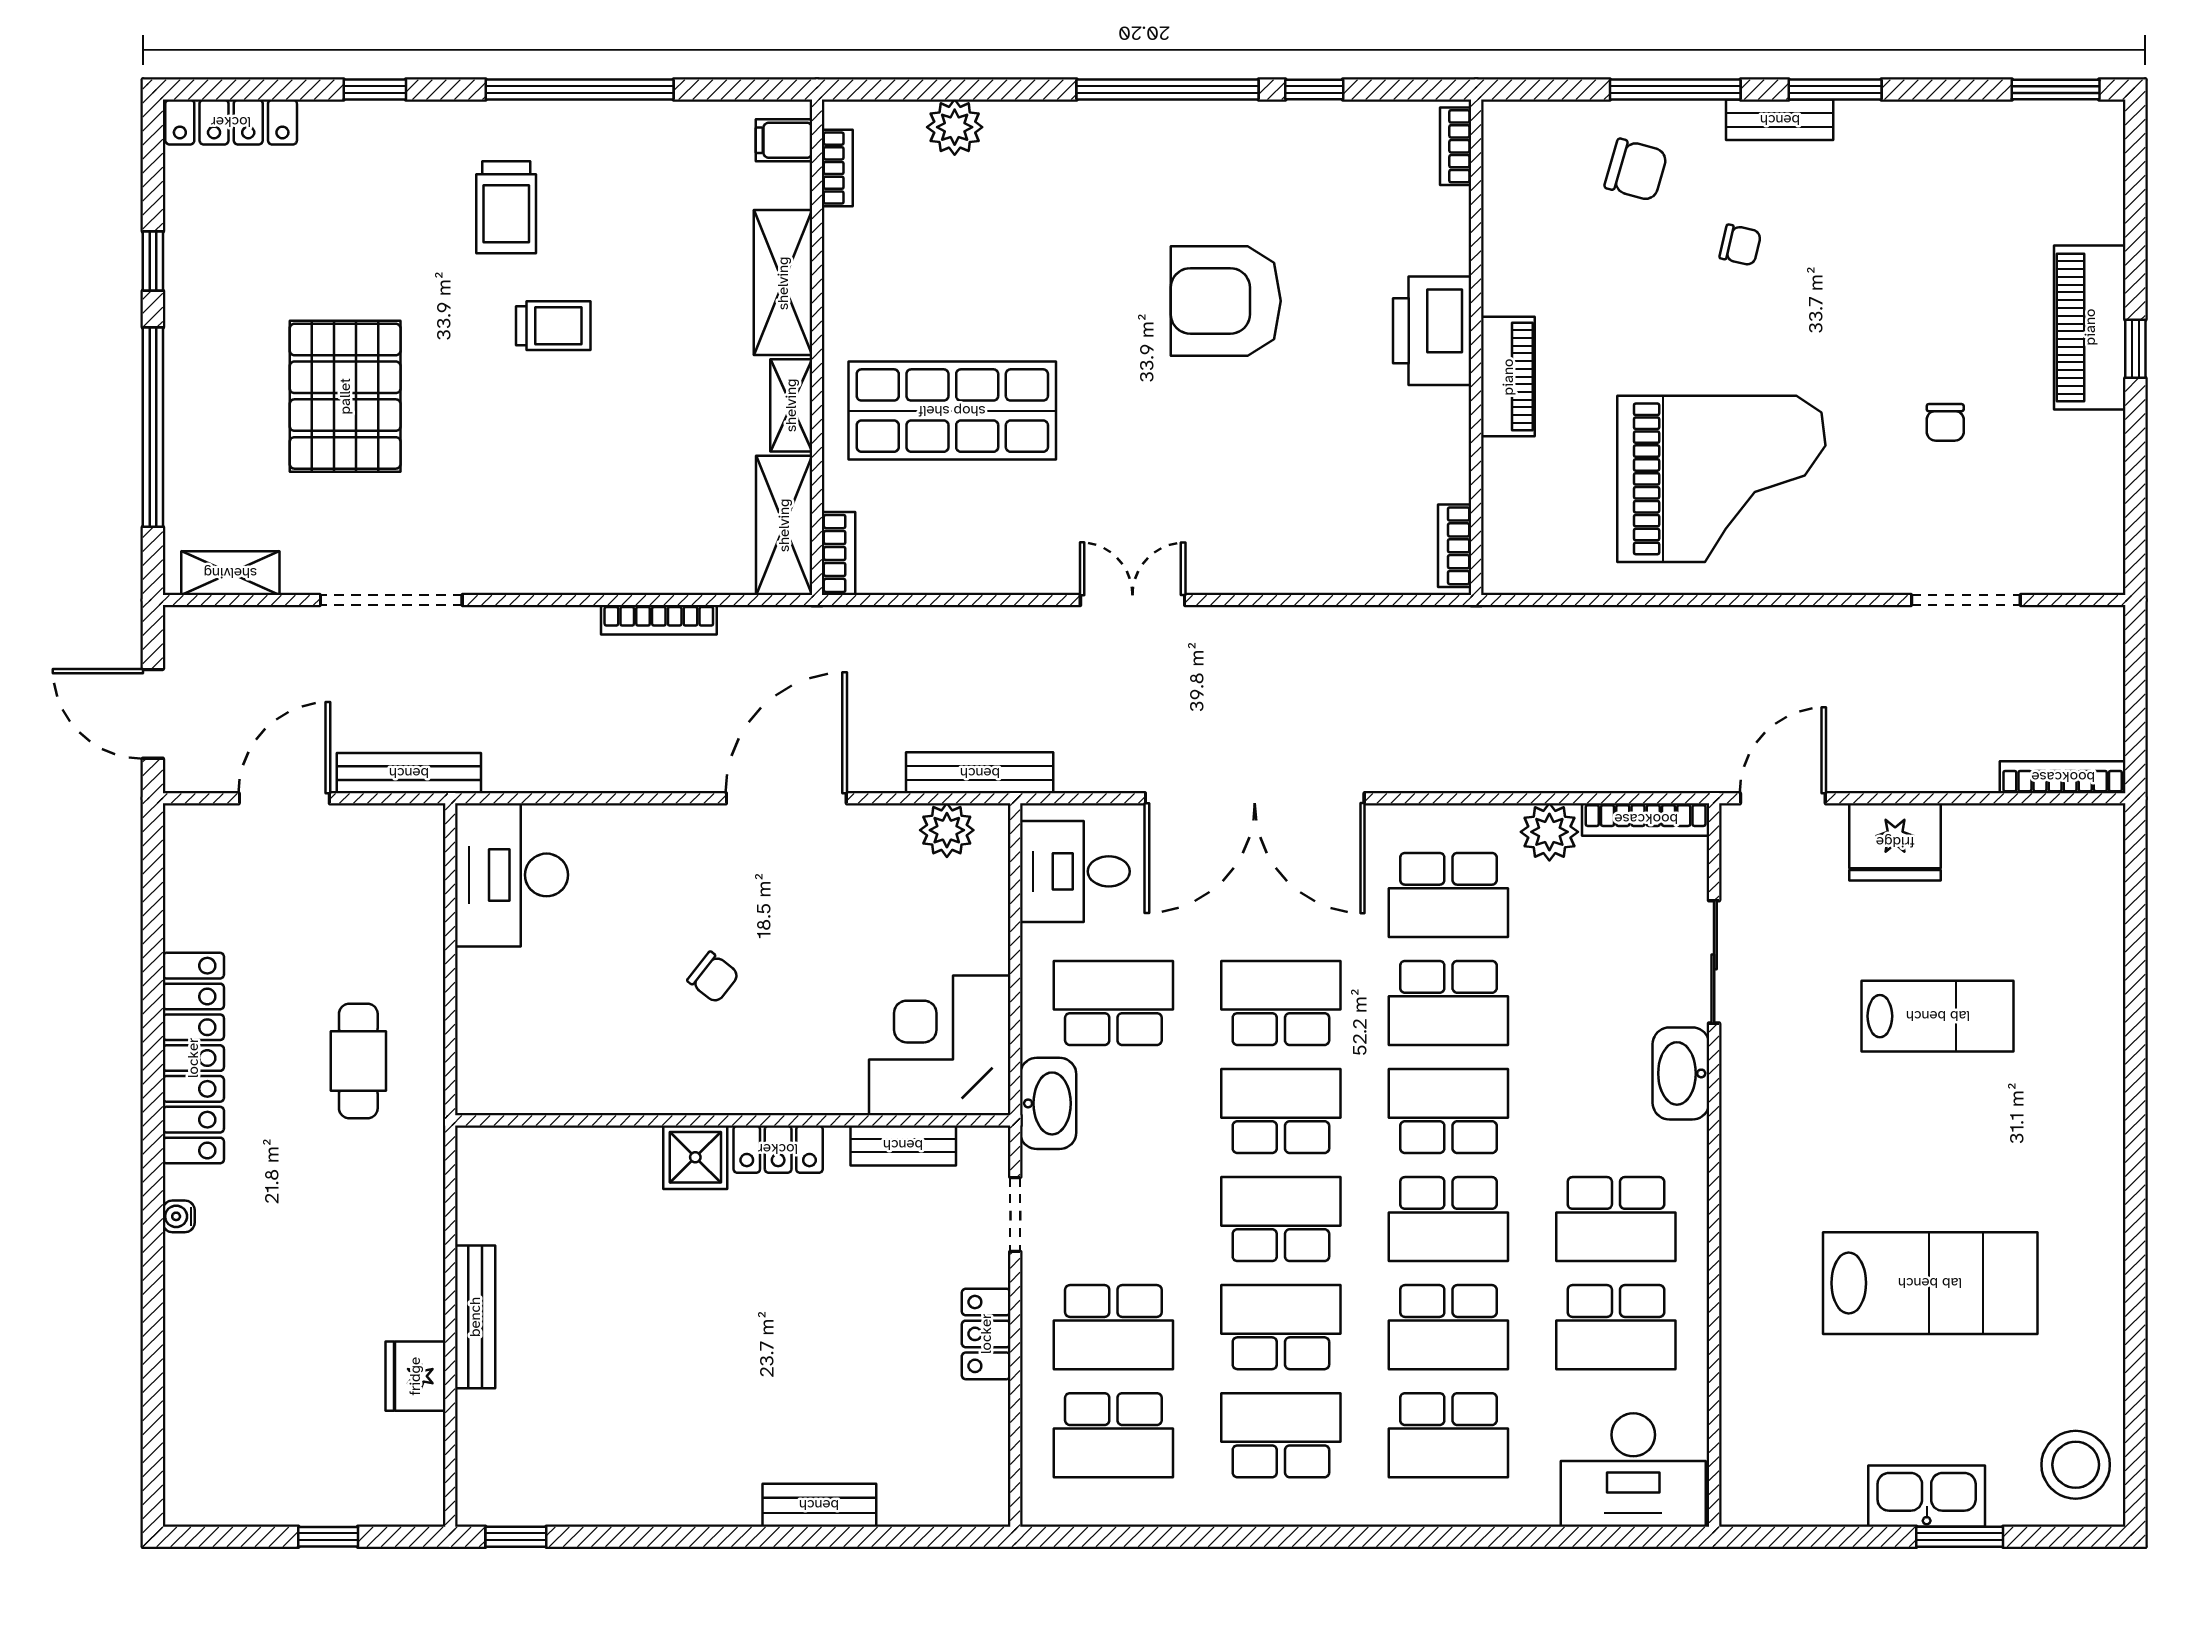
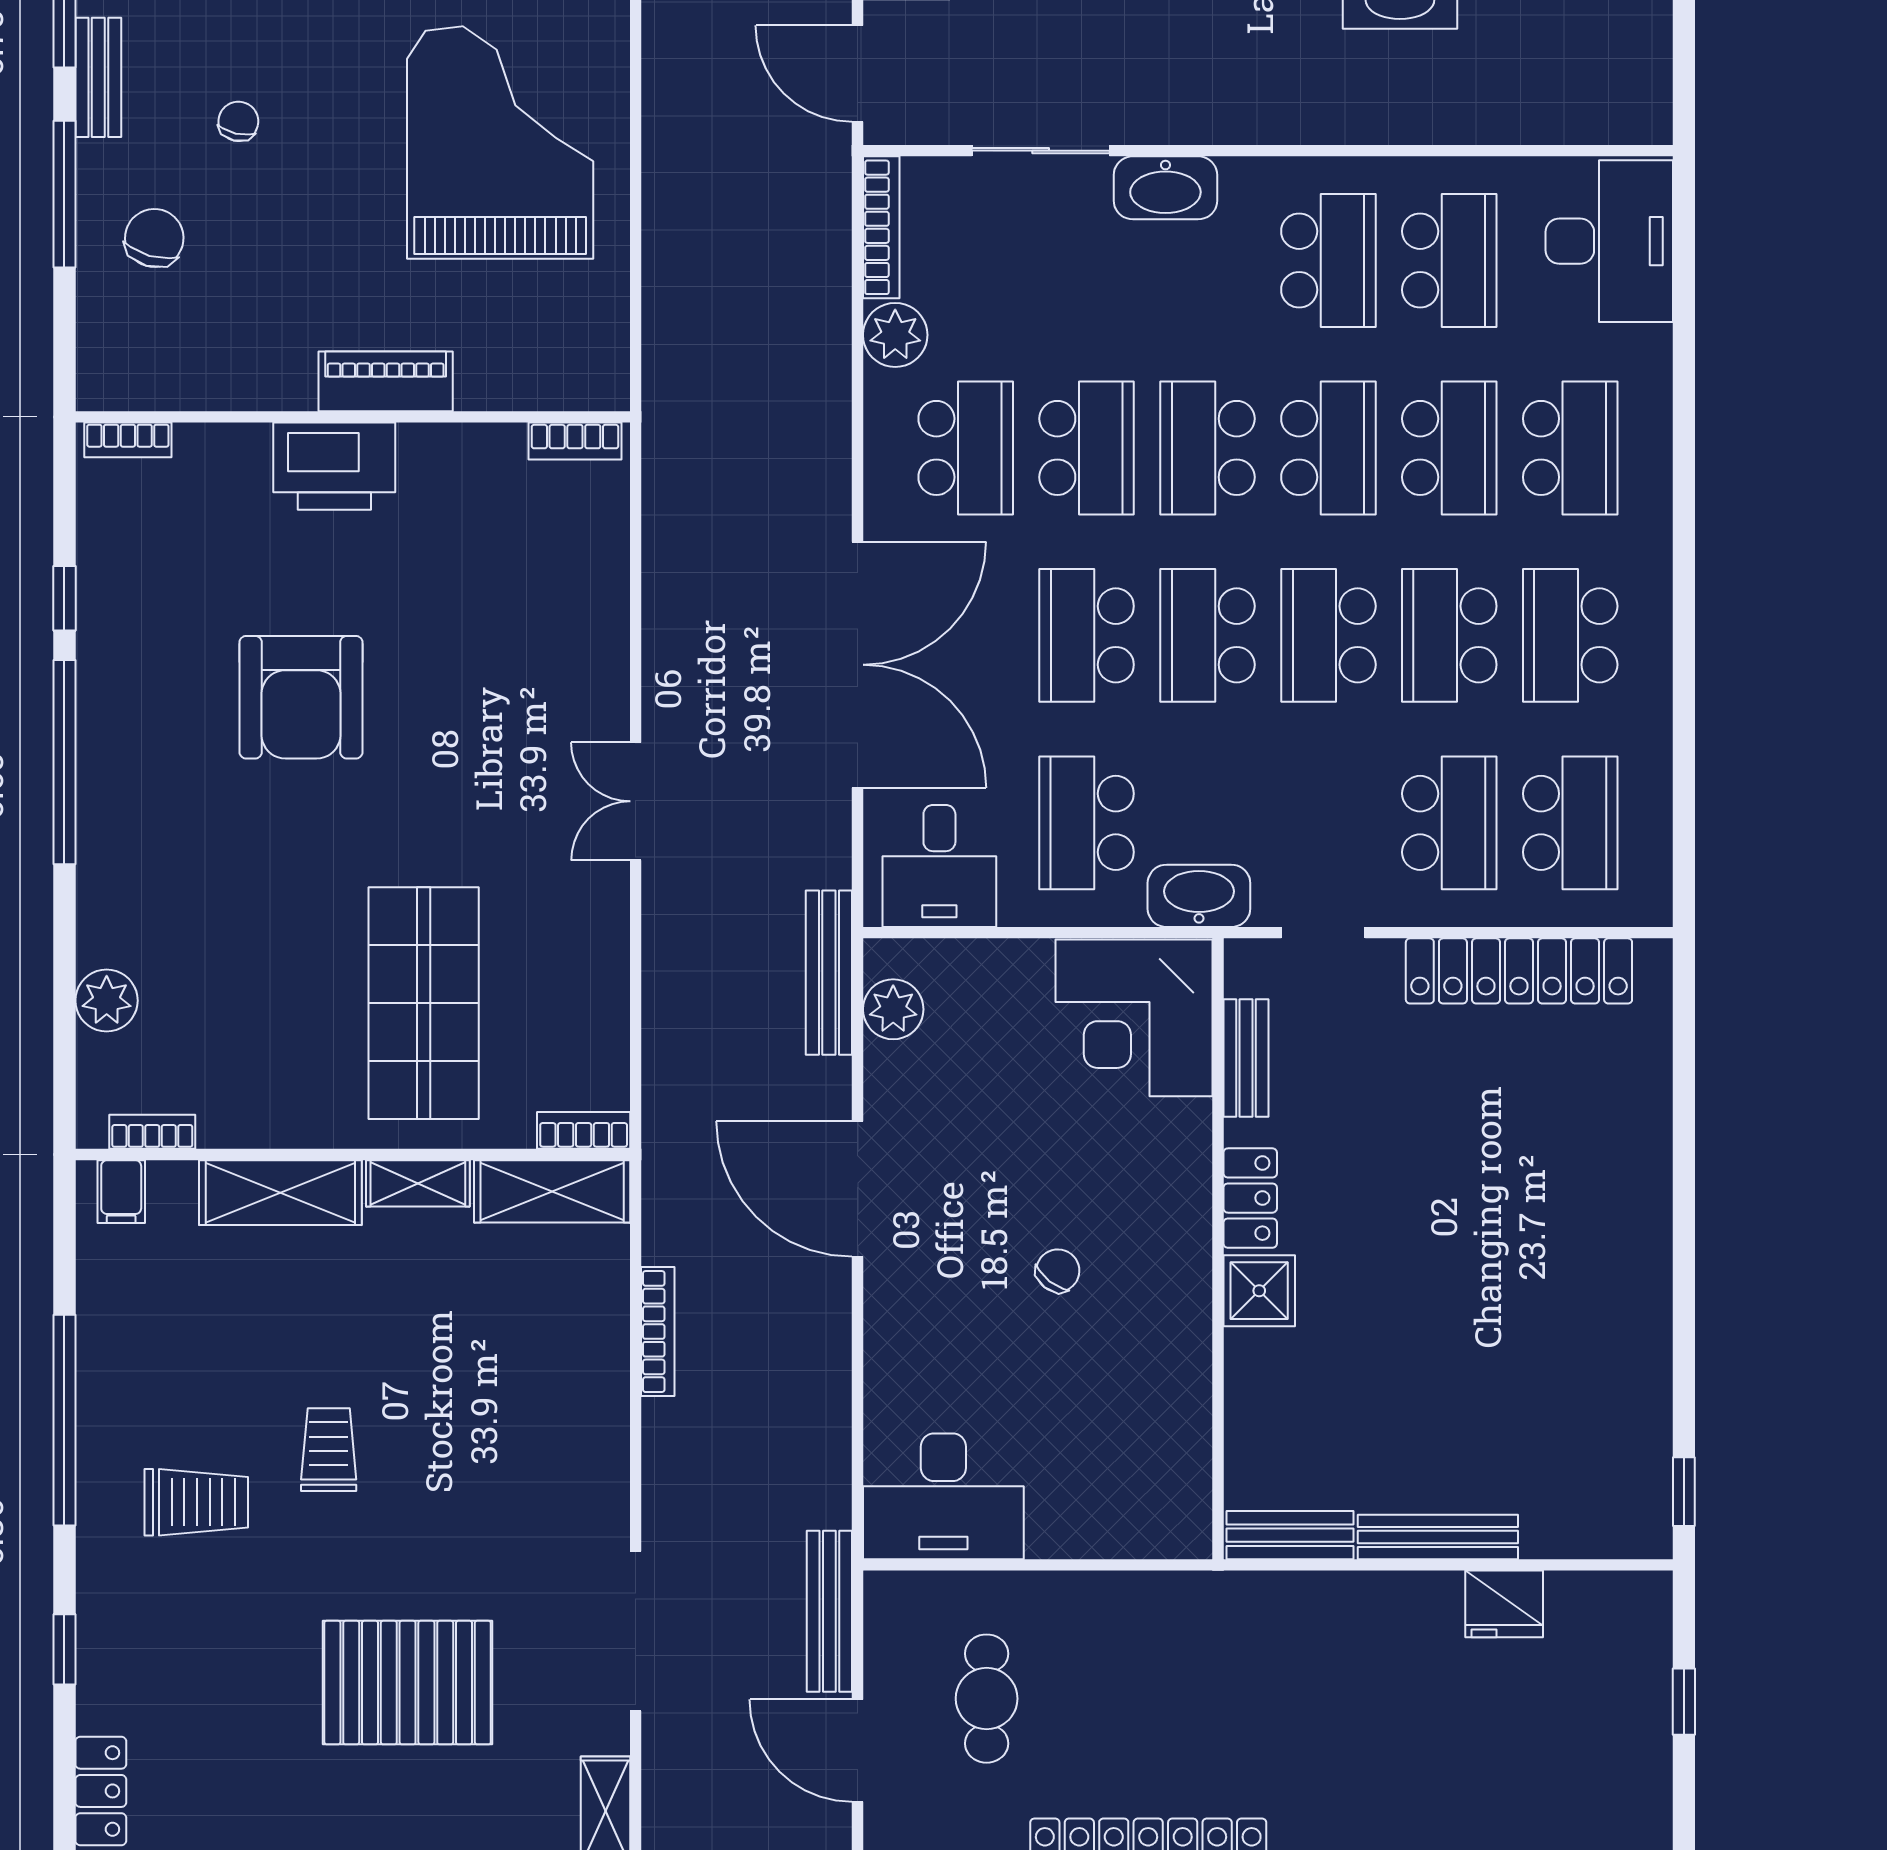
cafe table: (358, 1061) -> (987, 1699), moved, turned 90
locker: (986, 1334) -> (1519, 971), width x2.16, depth x1.21
bench: (819, 1505) -> (1290, 1535), moved, turned 90

